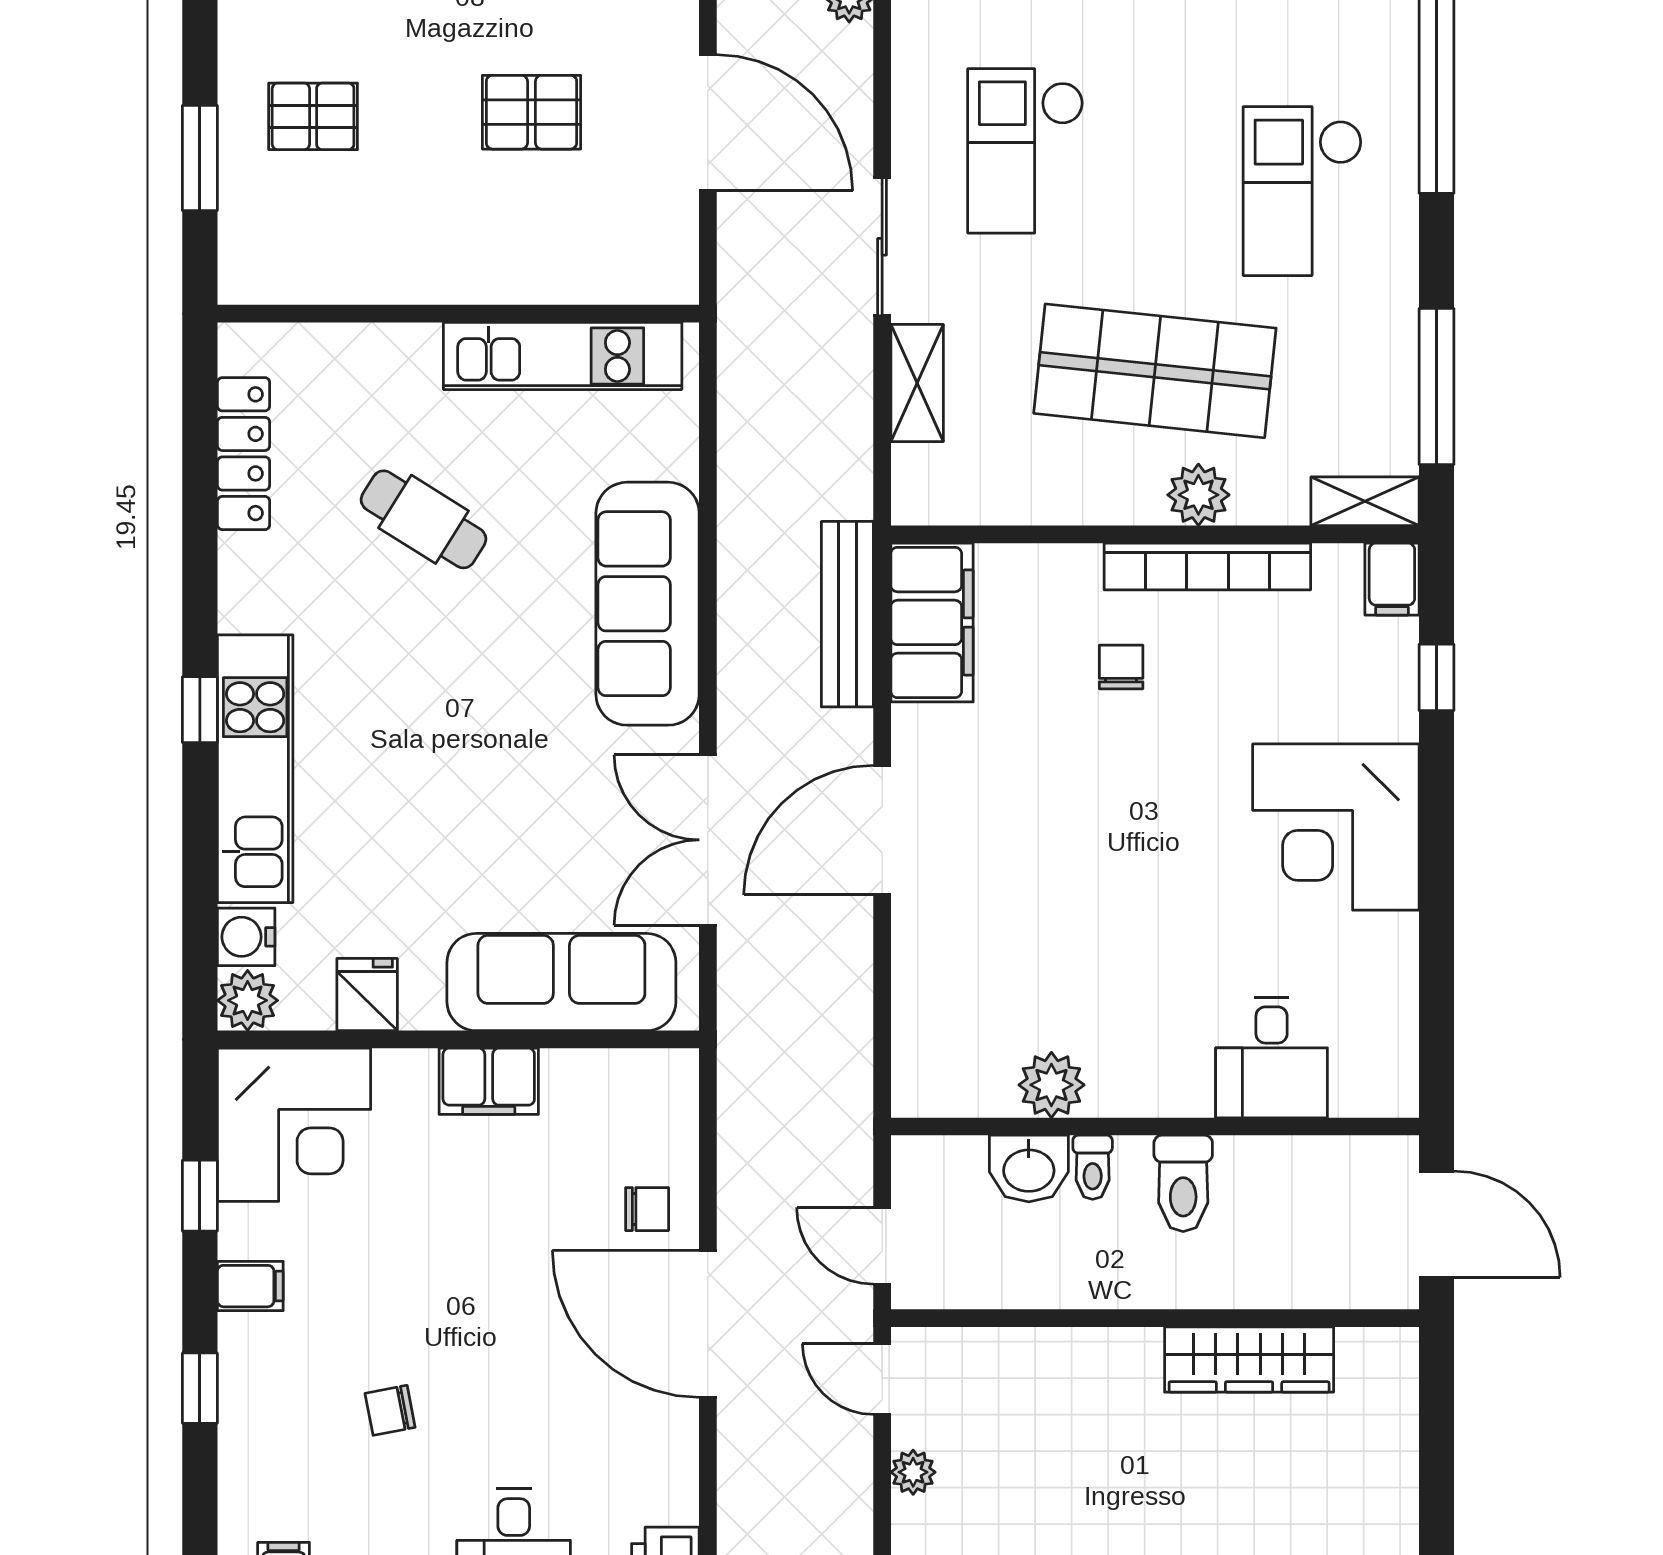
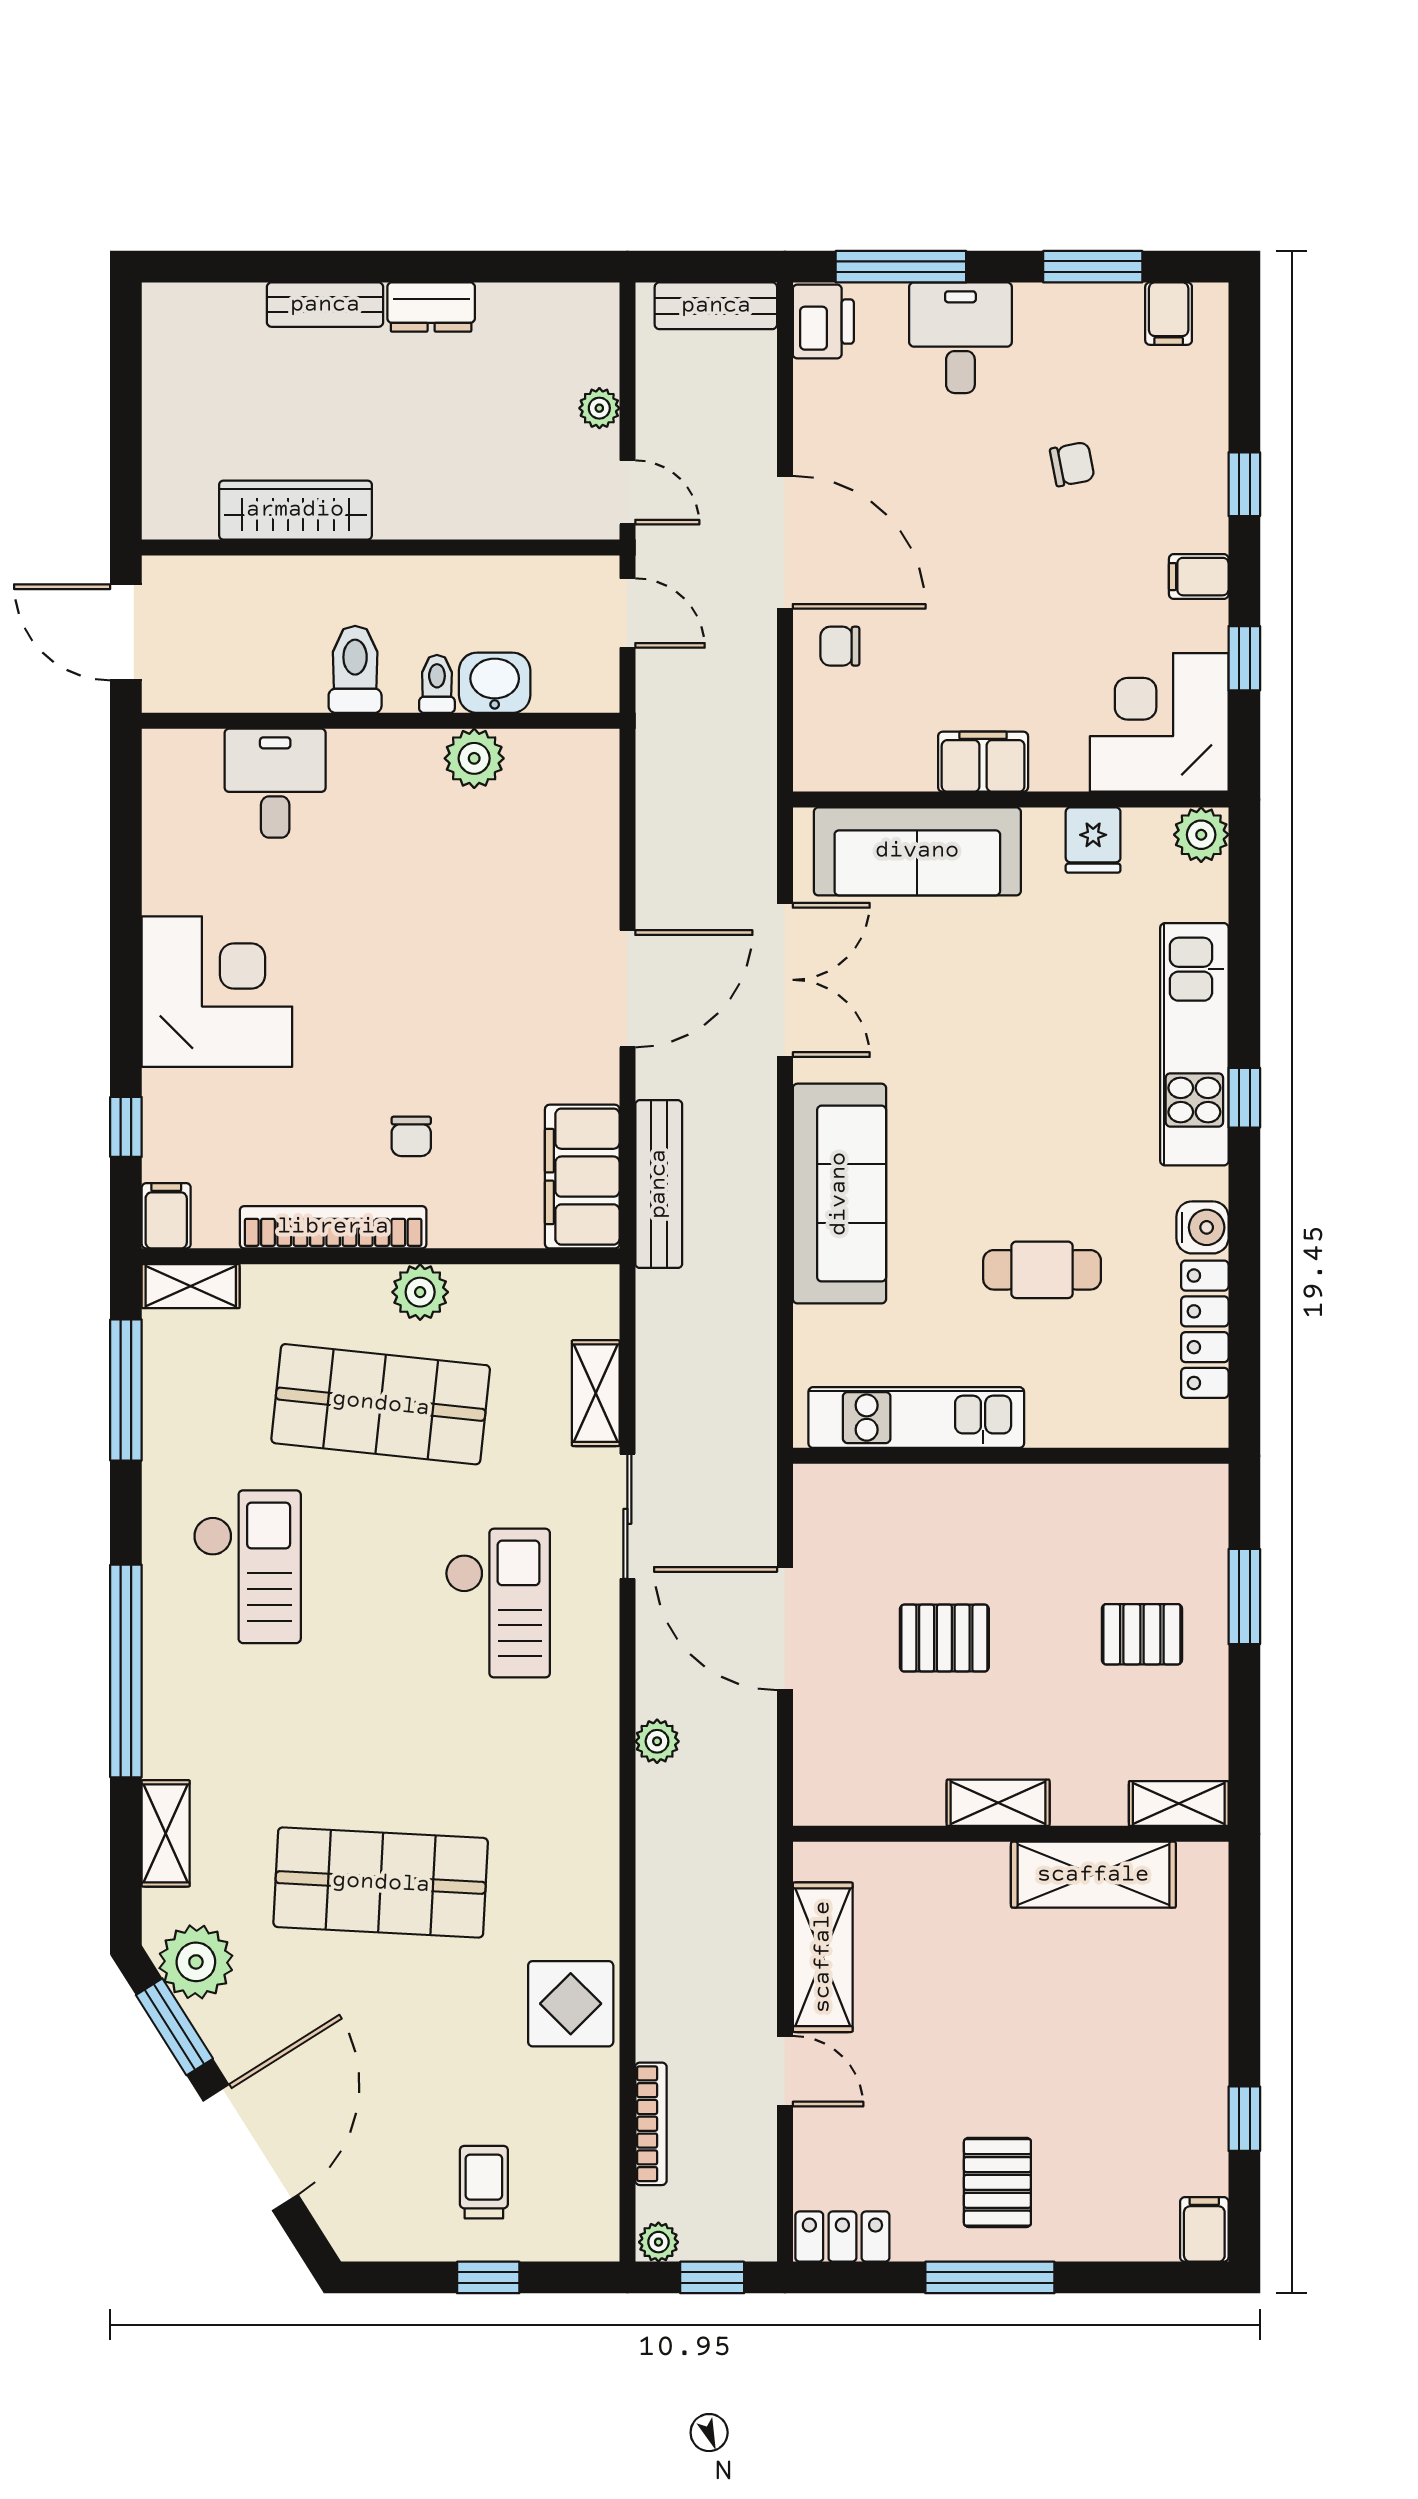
plant: (1198, 495) -> (420, 1292), moved
cafe table: (424, 519) -> (1042, 1270), turned -32
water cooler: (246, 937) -> (1202, 1227), moved

